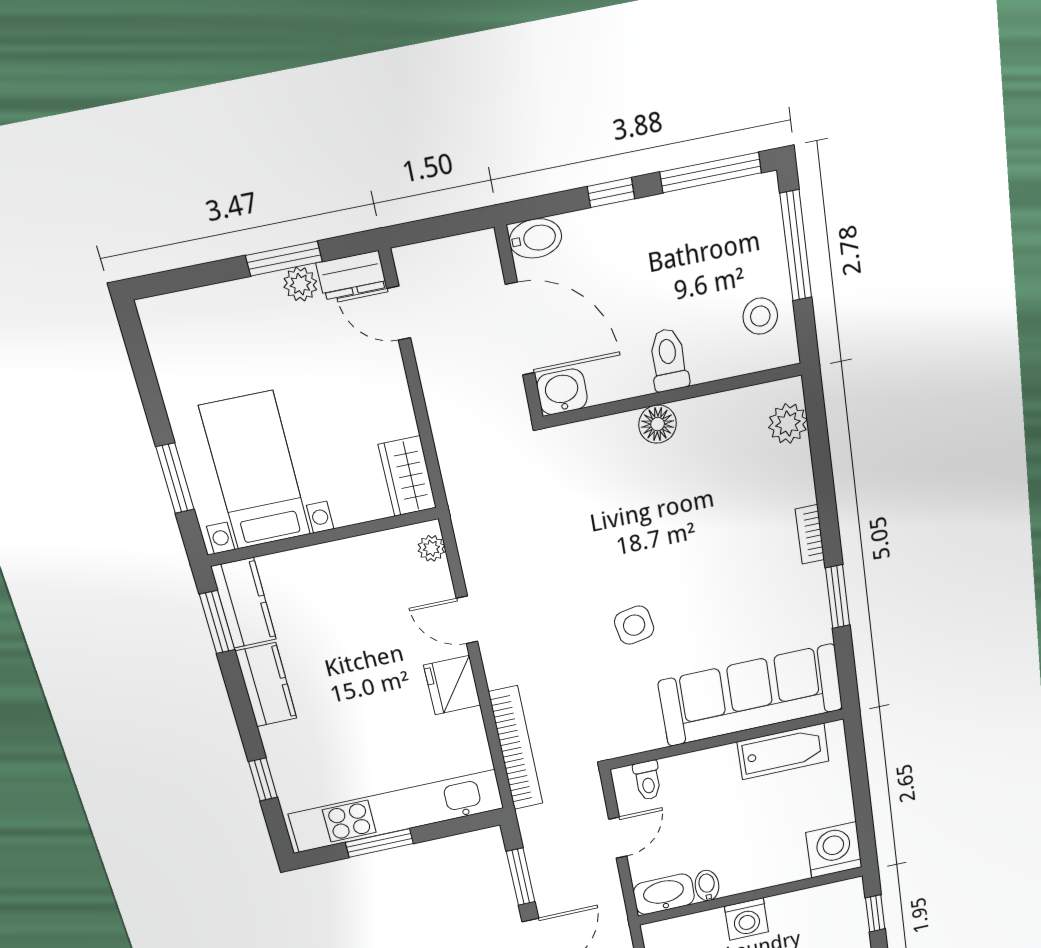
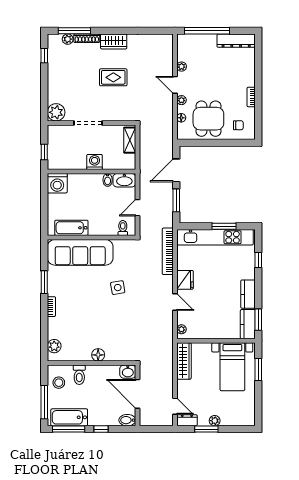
bathtub: (714, 212) -> (69, 417), added
plant: (300, 284) -> (215, 421), moved
toilet: (669, 360) -> (79, 375), moved
wardrobe: (407, 476) -> (184, 361), width x1.50

